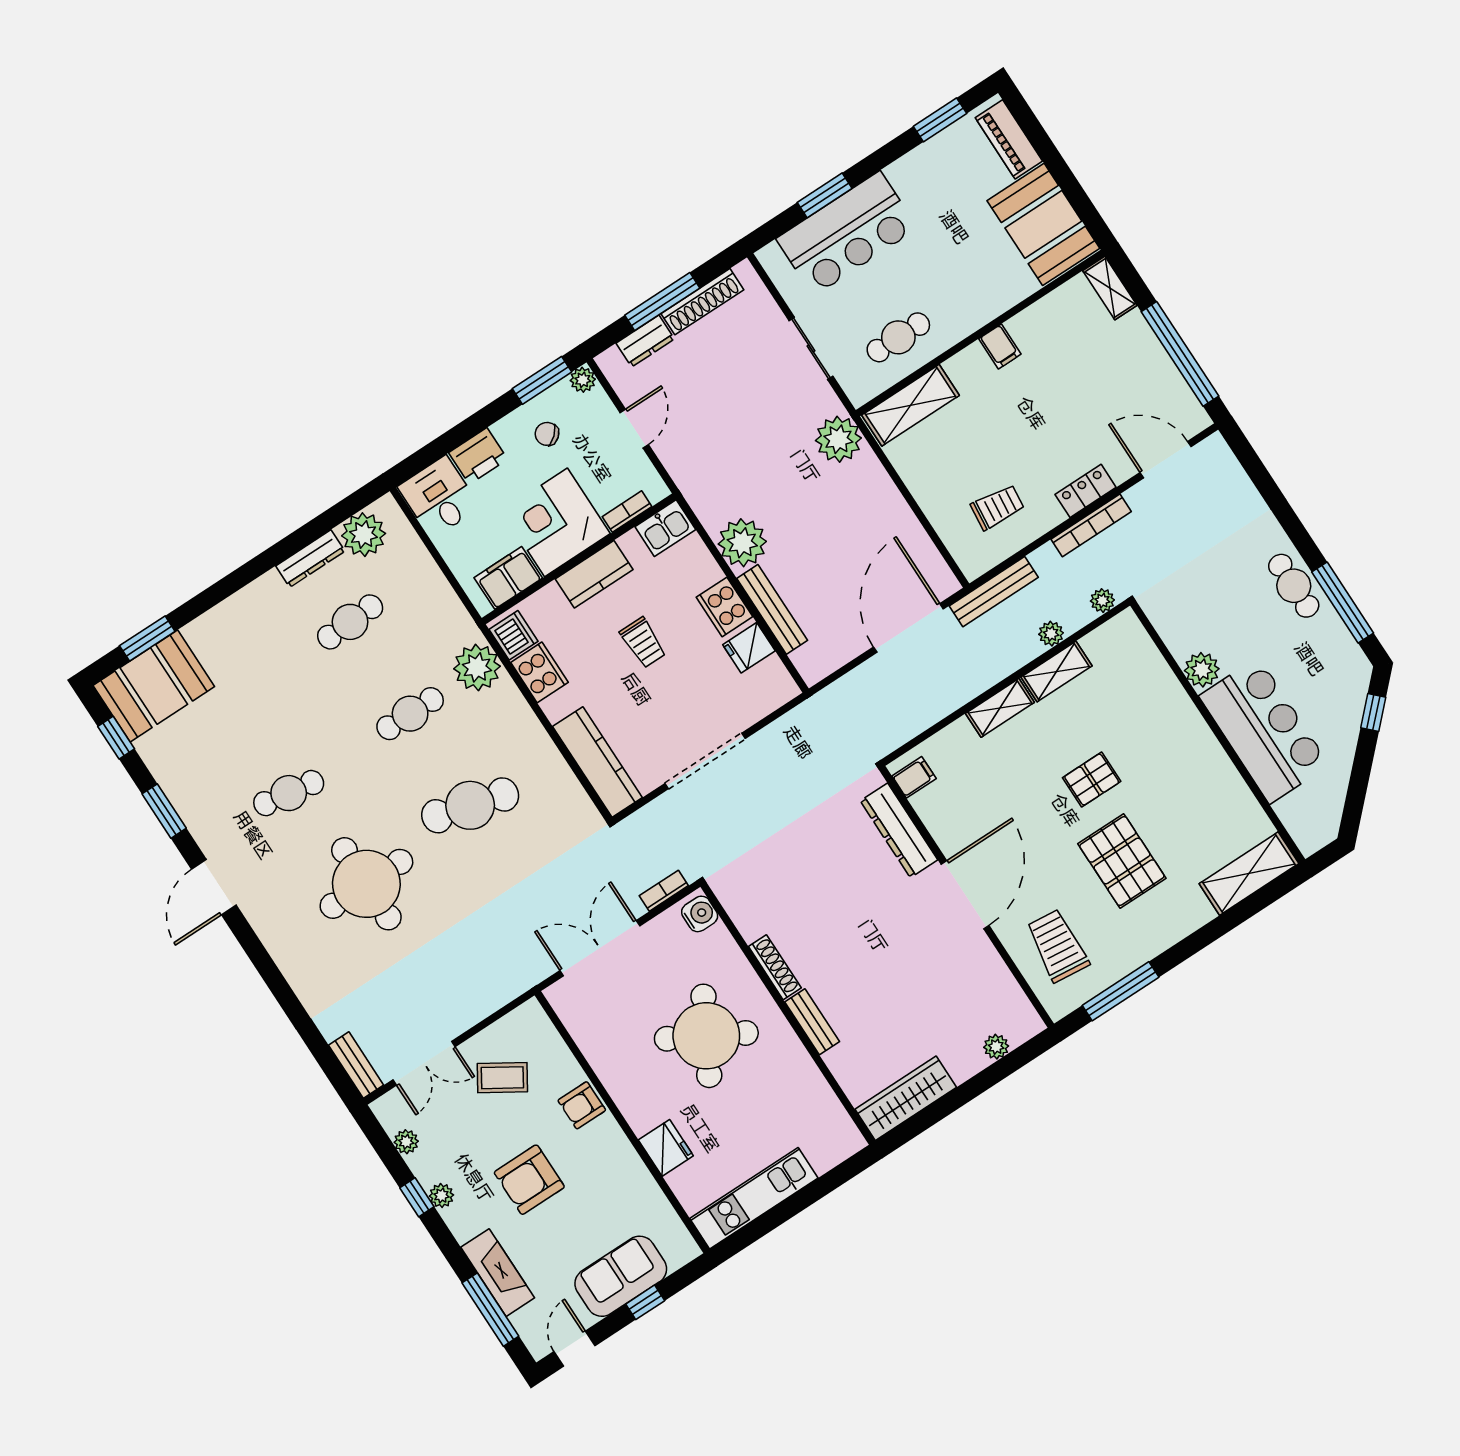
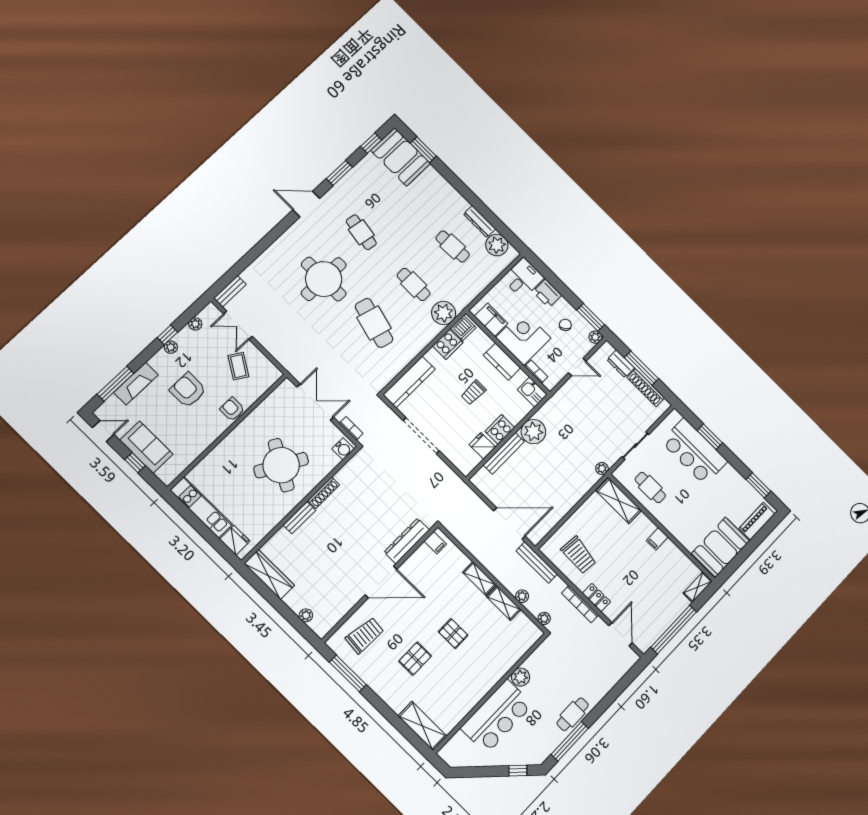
plant: (838, 439) -> (602, 469), width x0.53, depth x0.53
trolley: (997, 507) -> (579, 555), width x1.36, depth x1.39
pallet: (1122, 861) -> (415, 659), width x0.67, depth x0.71
fridge: (666, 1148) -> (235, 540), moved, turned -90

